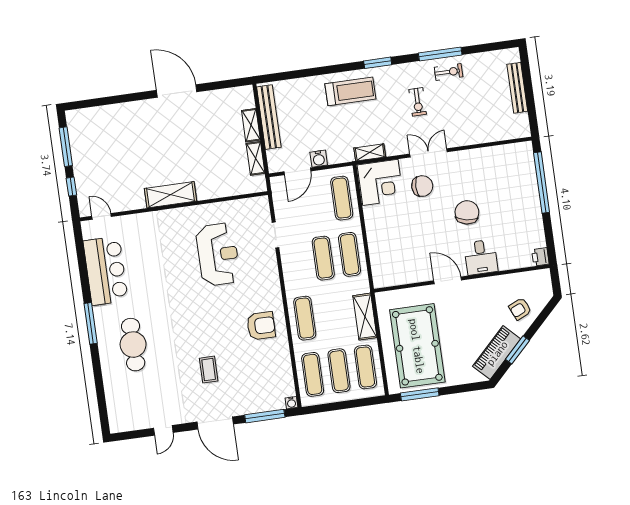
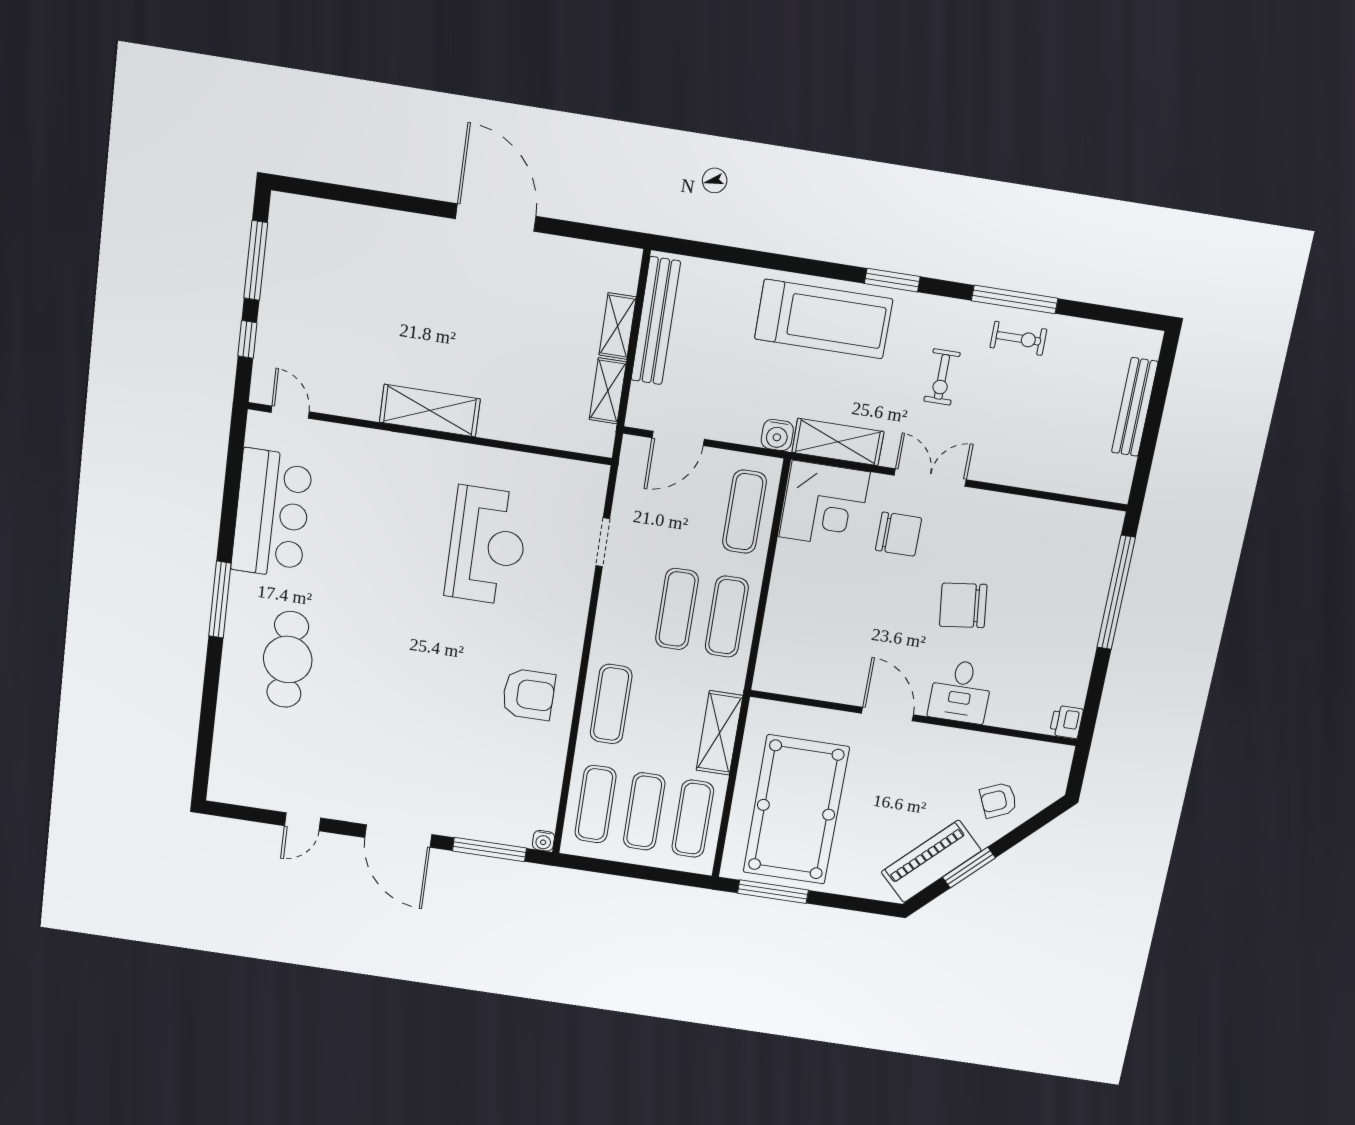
treadmill: (350, 91) -> (824, 319), width x1.37, depth x1.38
shelving: (370, 152) -> (838, 442), width x1.50, depth x1.33
water cooler: (319, 159) -> (777, 435), moved
chair: (467, 212) -> (963, 605), turned -108
coffee table: (209, 370) -> (412, 742), removed

